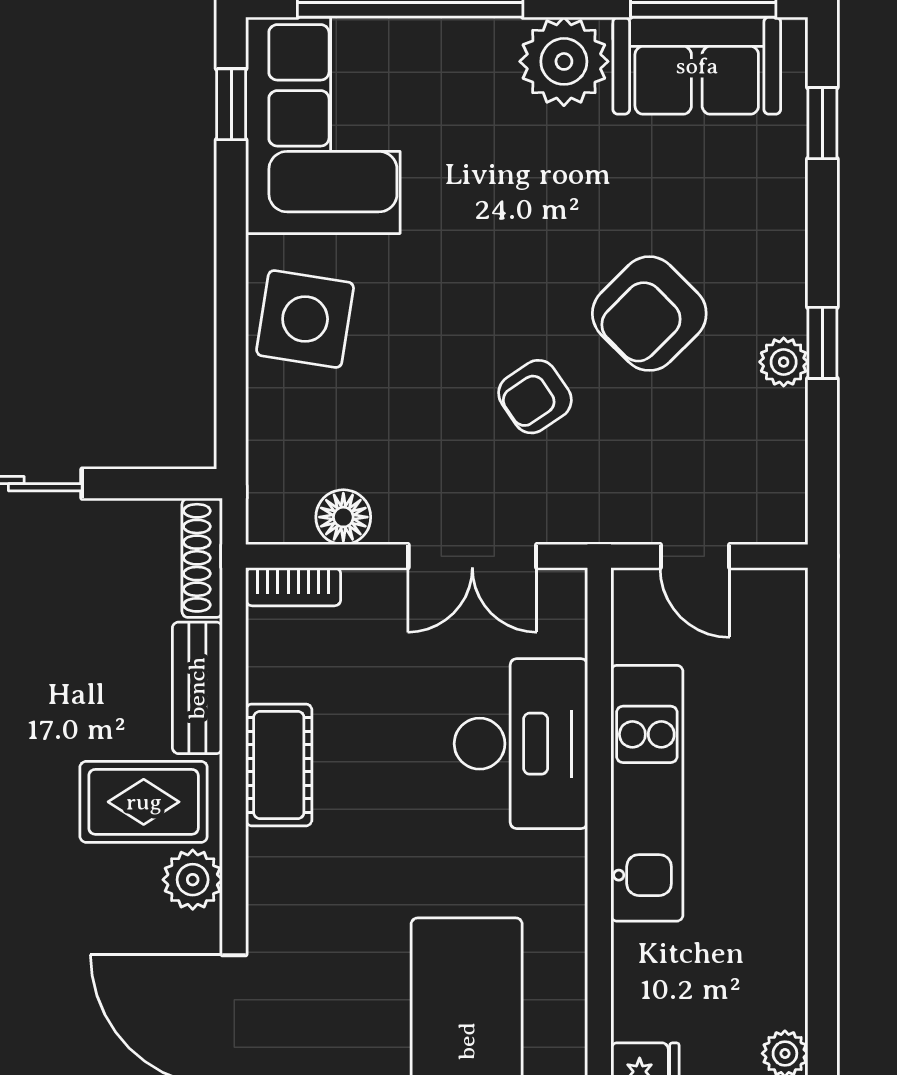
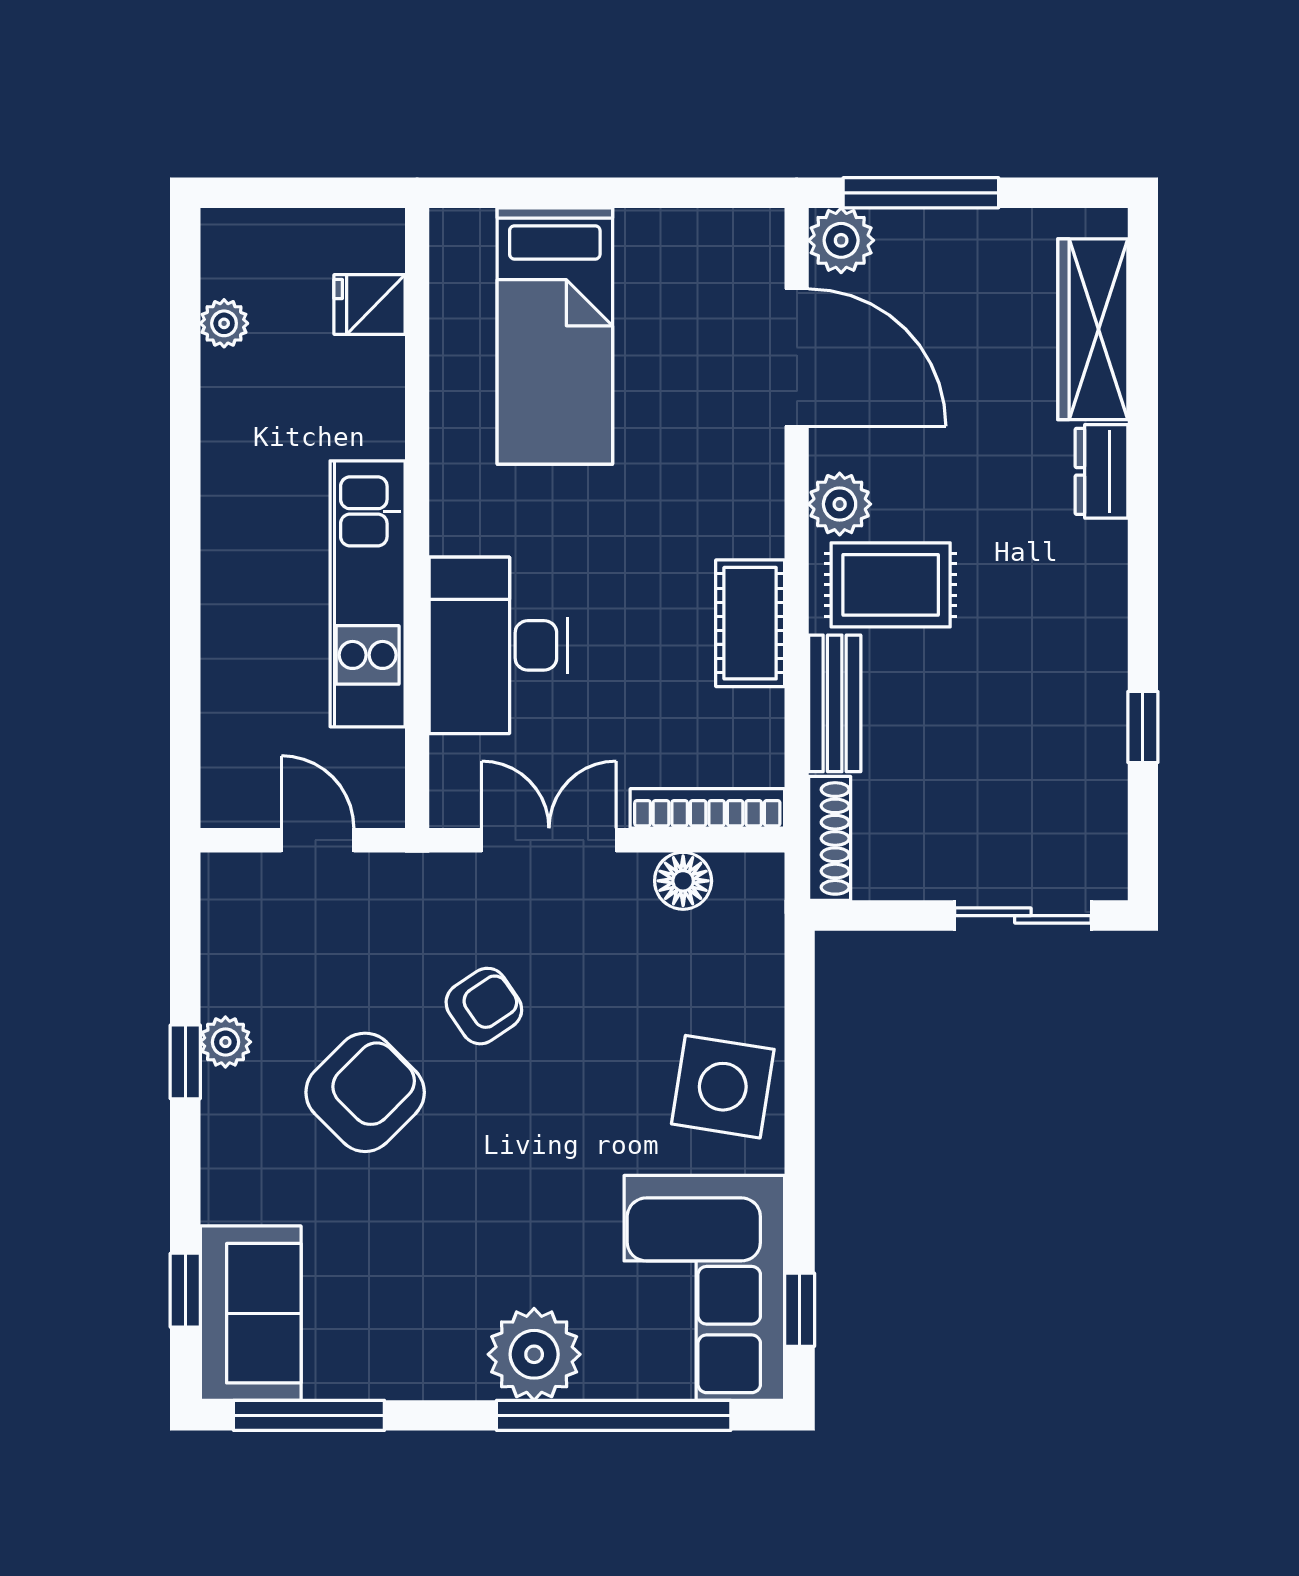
plant: (564, 61) -> (534, 1354), moved
sofa: (697, 66) -> (251, 1313), moved, turned 90
bookcase: (293, 587) -> (707, 808), width x1.56

